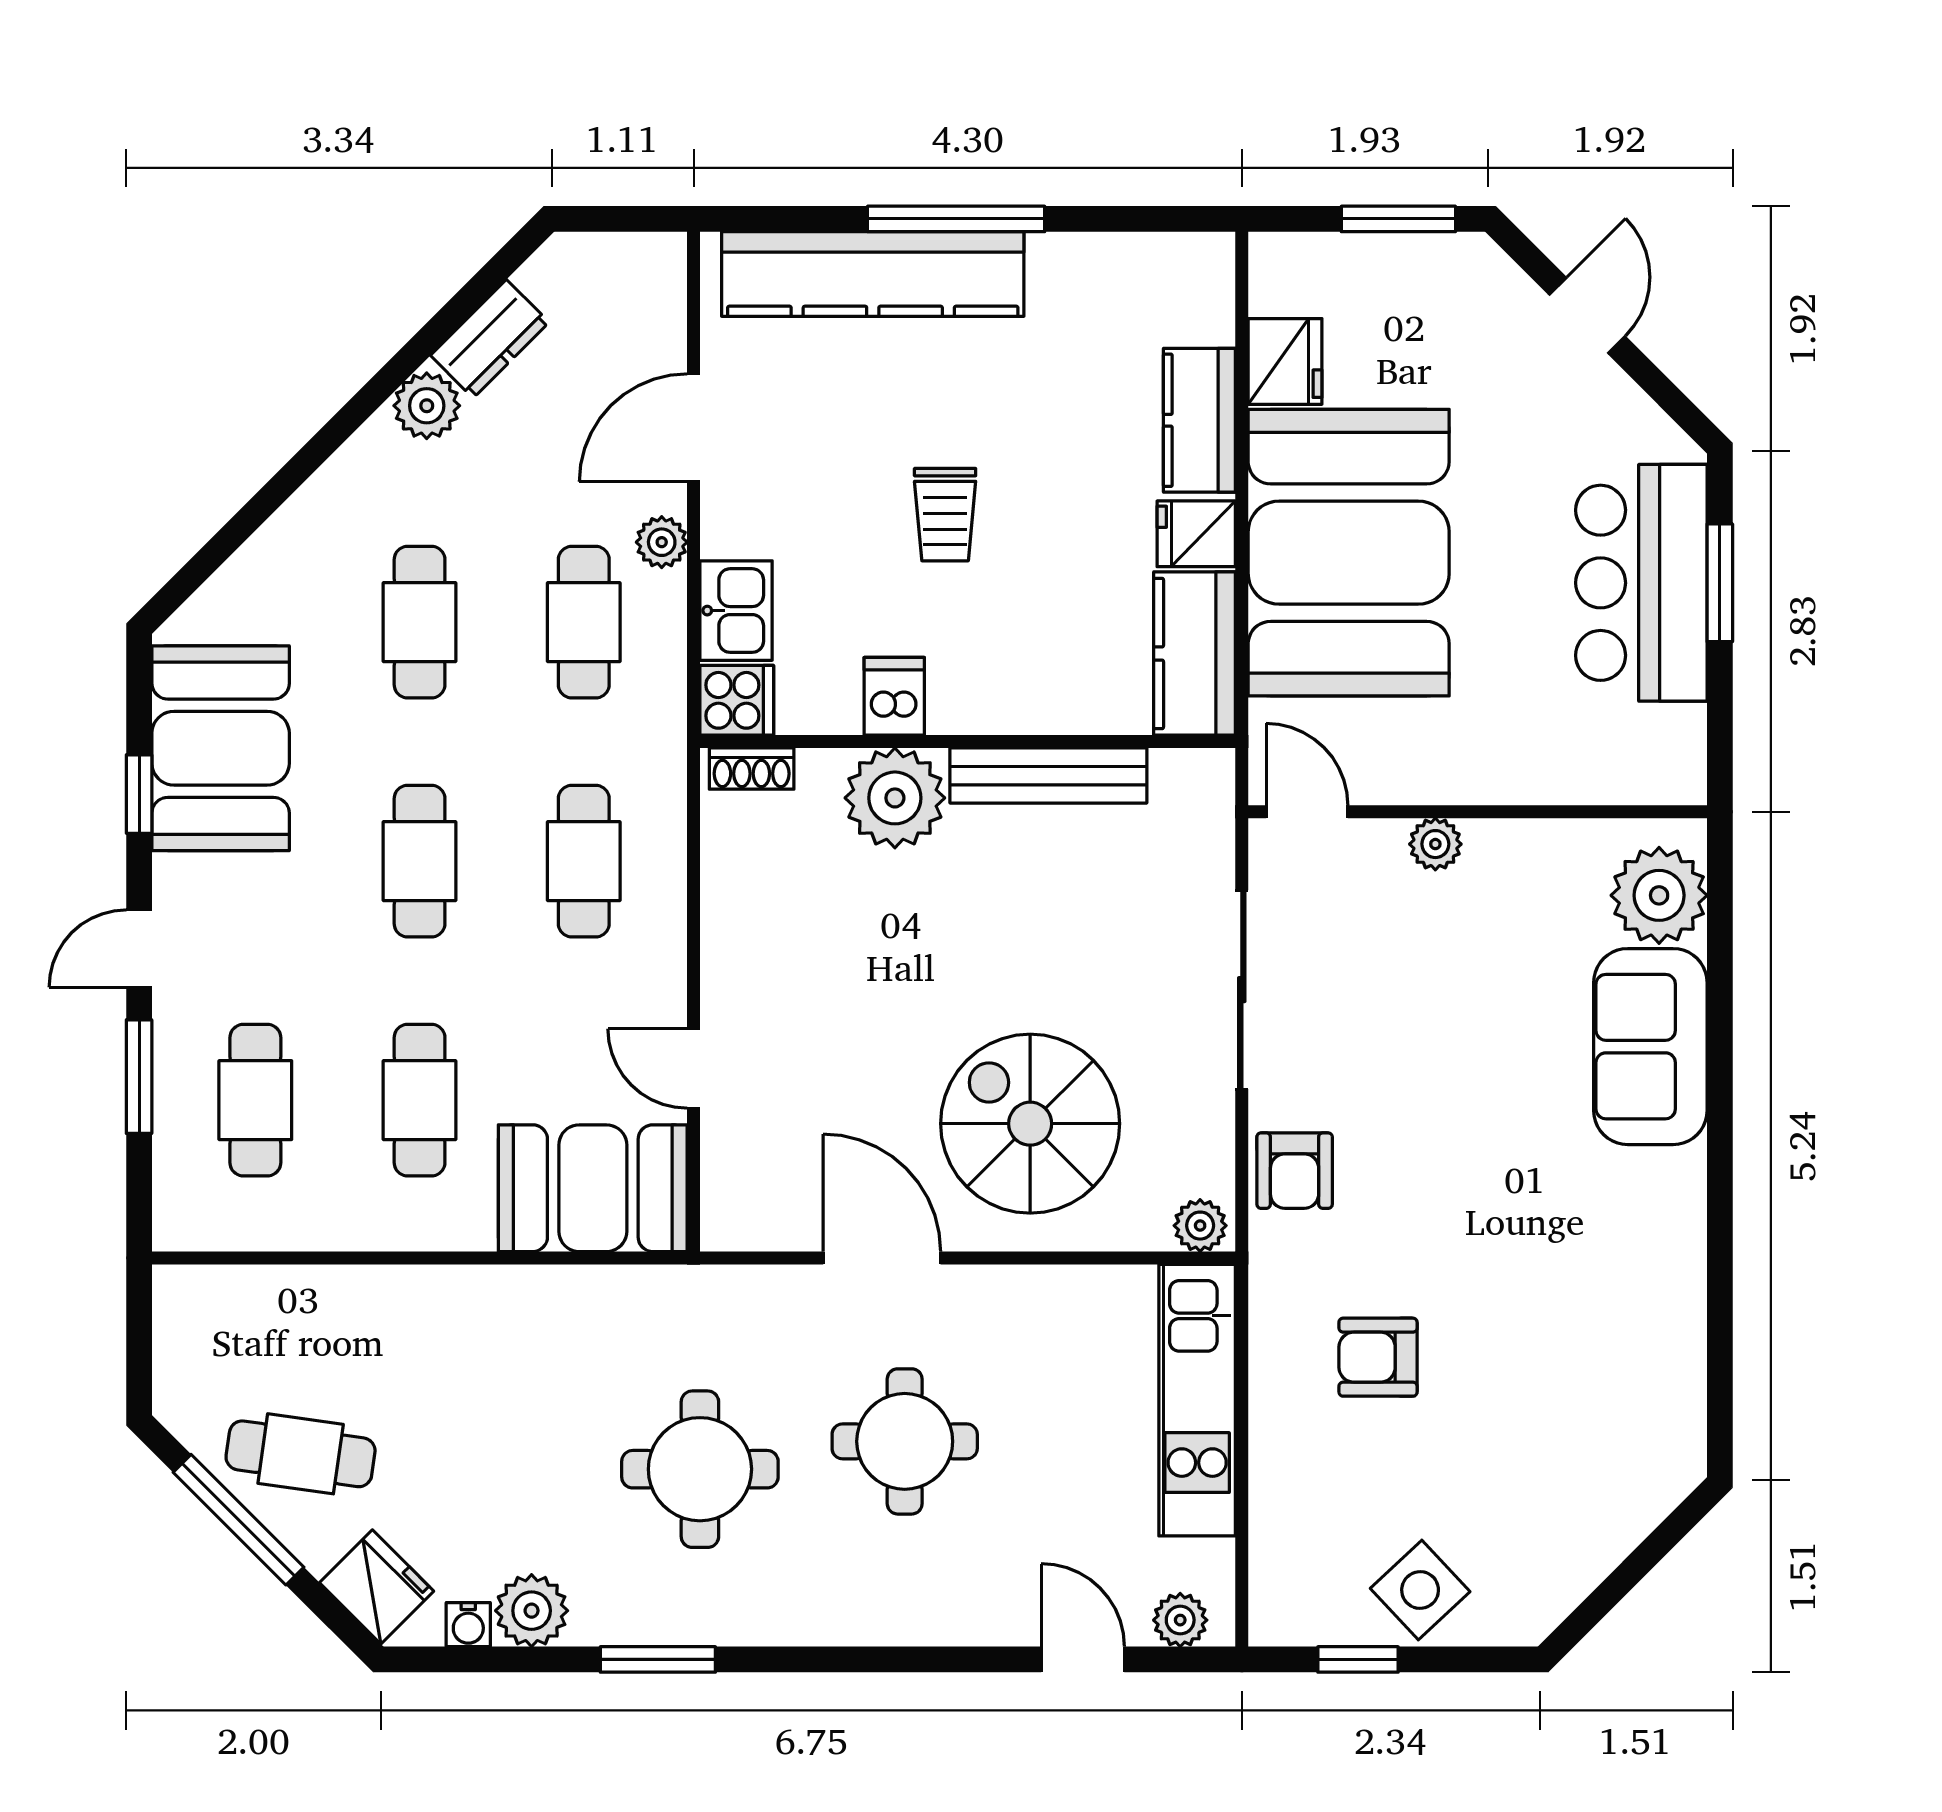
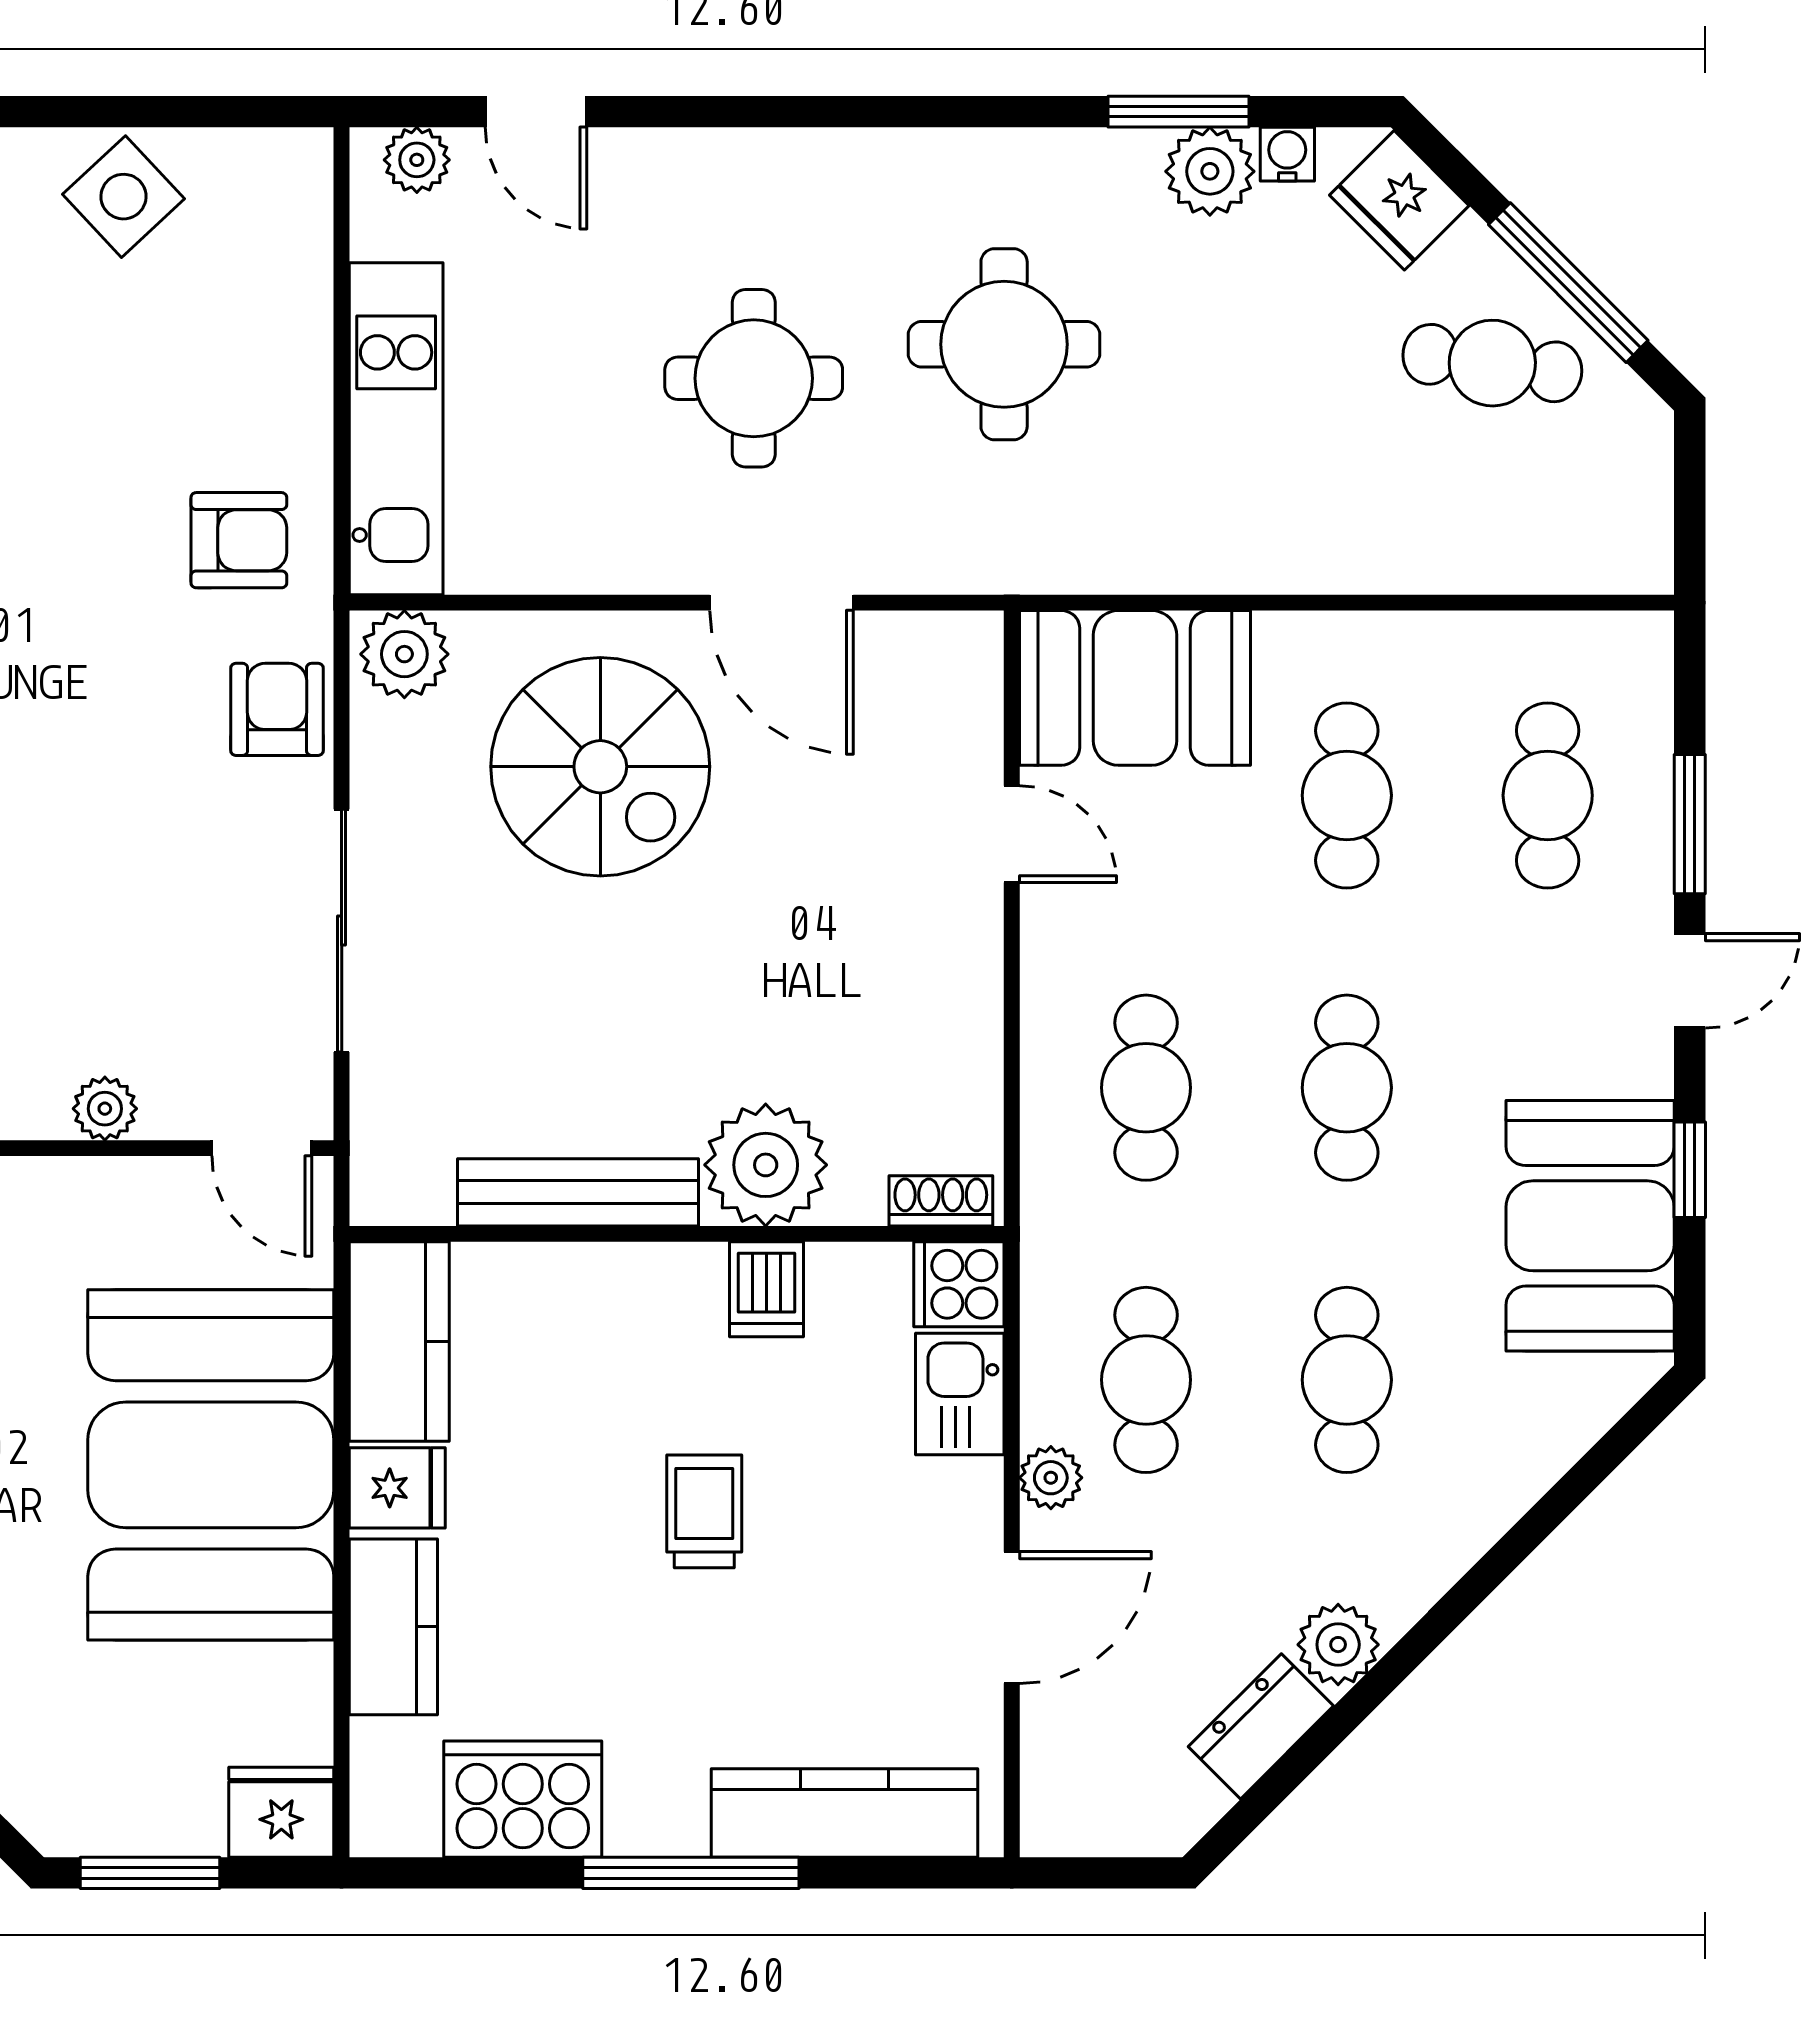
kitchen counter: (873, 274) -> (844, 1813), width x0.72, depth x0.86
cooker: (1094, 279) -> (523, 1799), added
fridge: (1285, 361) -> (281, 1812), moved, turned 90
plant: (1200, 1226) -> (404, 654), width x1.38, depth x1.38
armchair: (1378, 1357) -> (239, 540), moved
window: (658, 1659) -> (1178, 112), moved
window: (1358, 1659) -> (199, 112), removed

